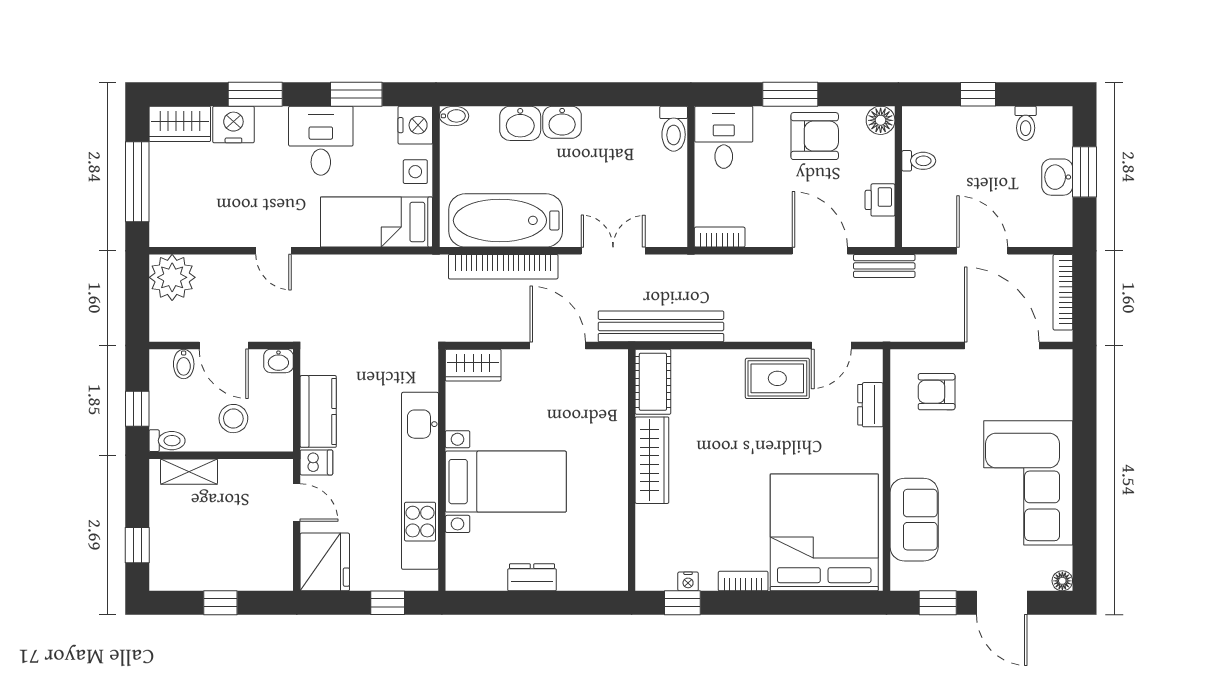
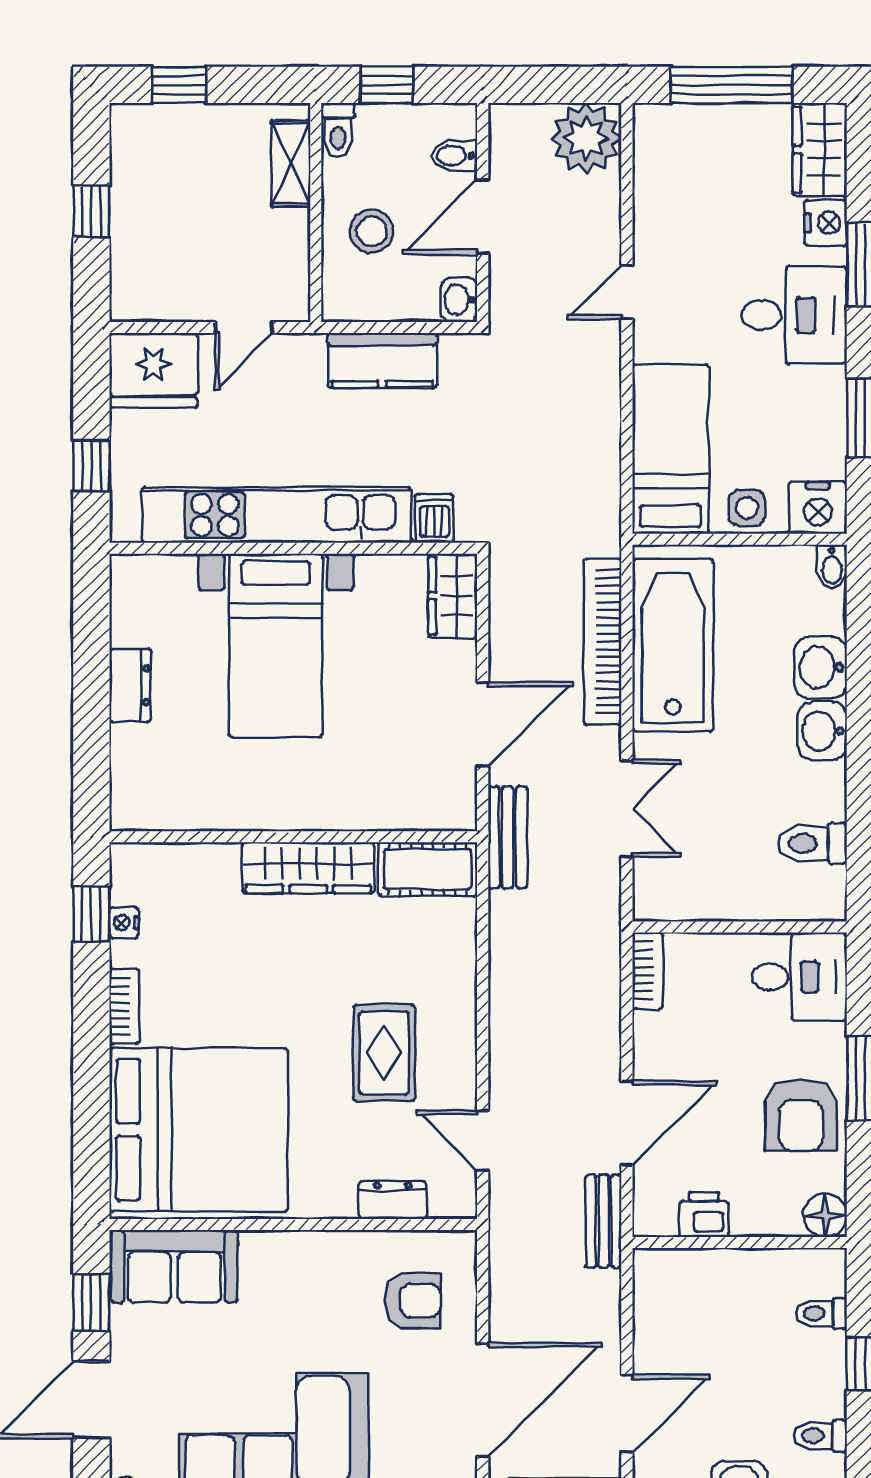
nightstand: (233, 125) -> (826, 223), width x0.74, depth x0.75
toilet: (674, 129) -> (812, 843), moved
desk: (321, 141) -> (794, 315), moved
toilet: (919, 161) -> (821, 1313), moved, turned 90
door: (982, 251) -> (627, 1414), moved
bench: (661, 326) -> (508, 837), width x0.54, depth x0.82
rug: (777, 378) -> (384, 1053), moved
armchair: (937, 392) -> (412, 1301), turned 90
dishwasher: (316, 462) -> (434, 518), moved, turned 180
sofa: (914, 520) -> (174, 1266), moved

